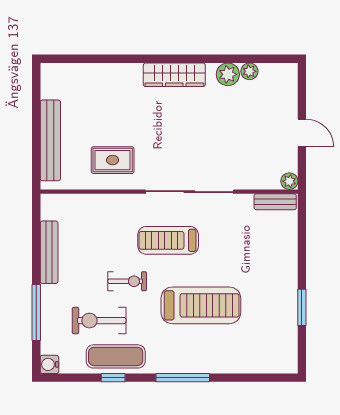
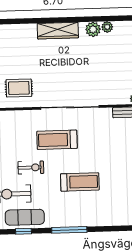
treadmill: (201, 305) -> (80, 182), width x0.73, depth x0.73

